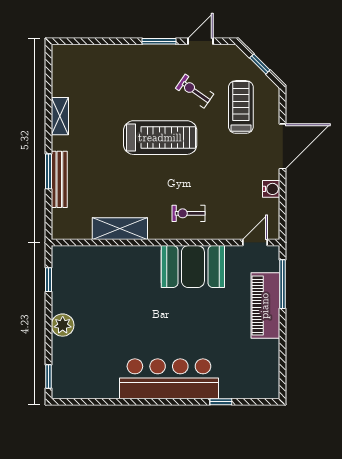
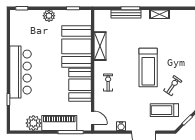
treadmill: (241, 107) -> (164, 110), turned 180
booth: (121, 273) -> (76, 46), added
plant: (265, 354) -> (33, 123), added

